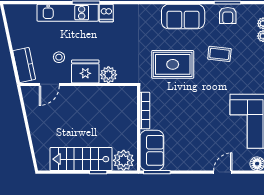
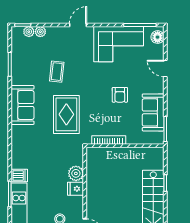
armchair: (228, 15) -> (120, 95), moved, turned 90
fridge: (85, 71) -> (76, 189), width x0.53, depth x0.75
sofa: (152, 150) -> (153, 112), moved, turned -90
plant: (124, 160) -> (154, 160), removed

